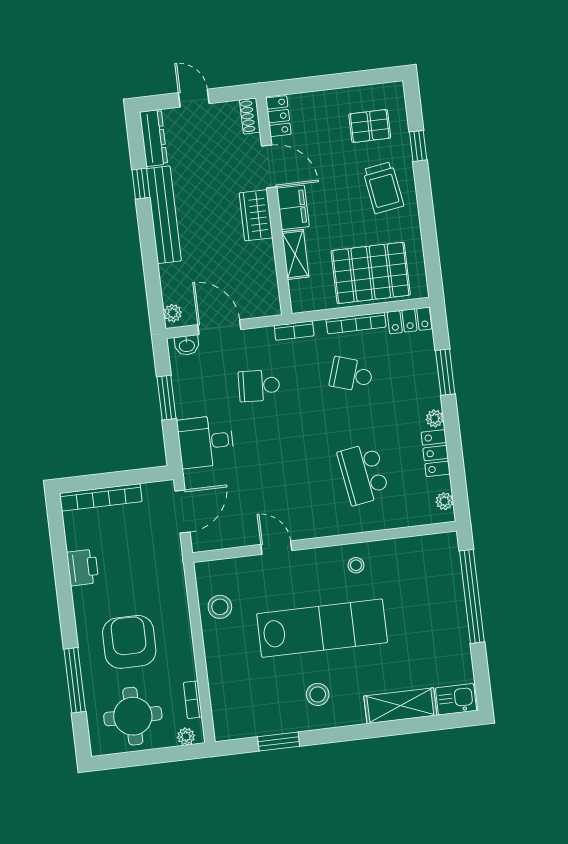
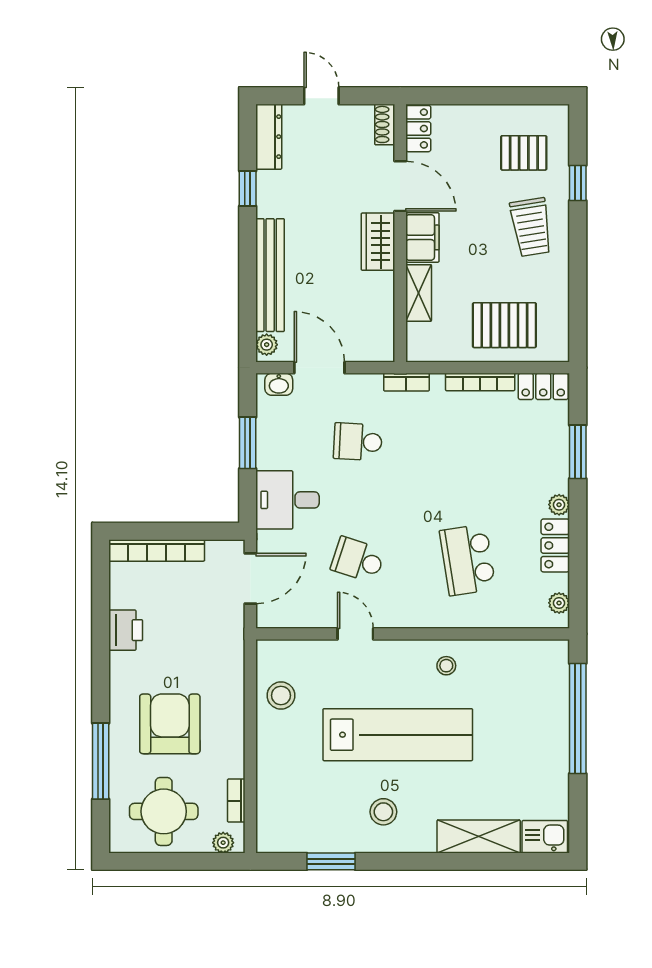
bench: (164, 215) -> (270, 275), moved
pallet: (371, 273) -> (504, 325), width x0.73, depth x0.71
school desk: (351, 375) -> (358, 560), moved

